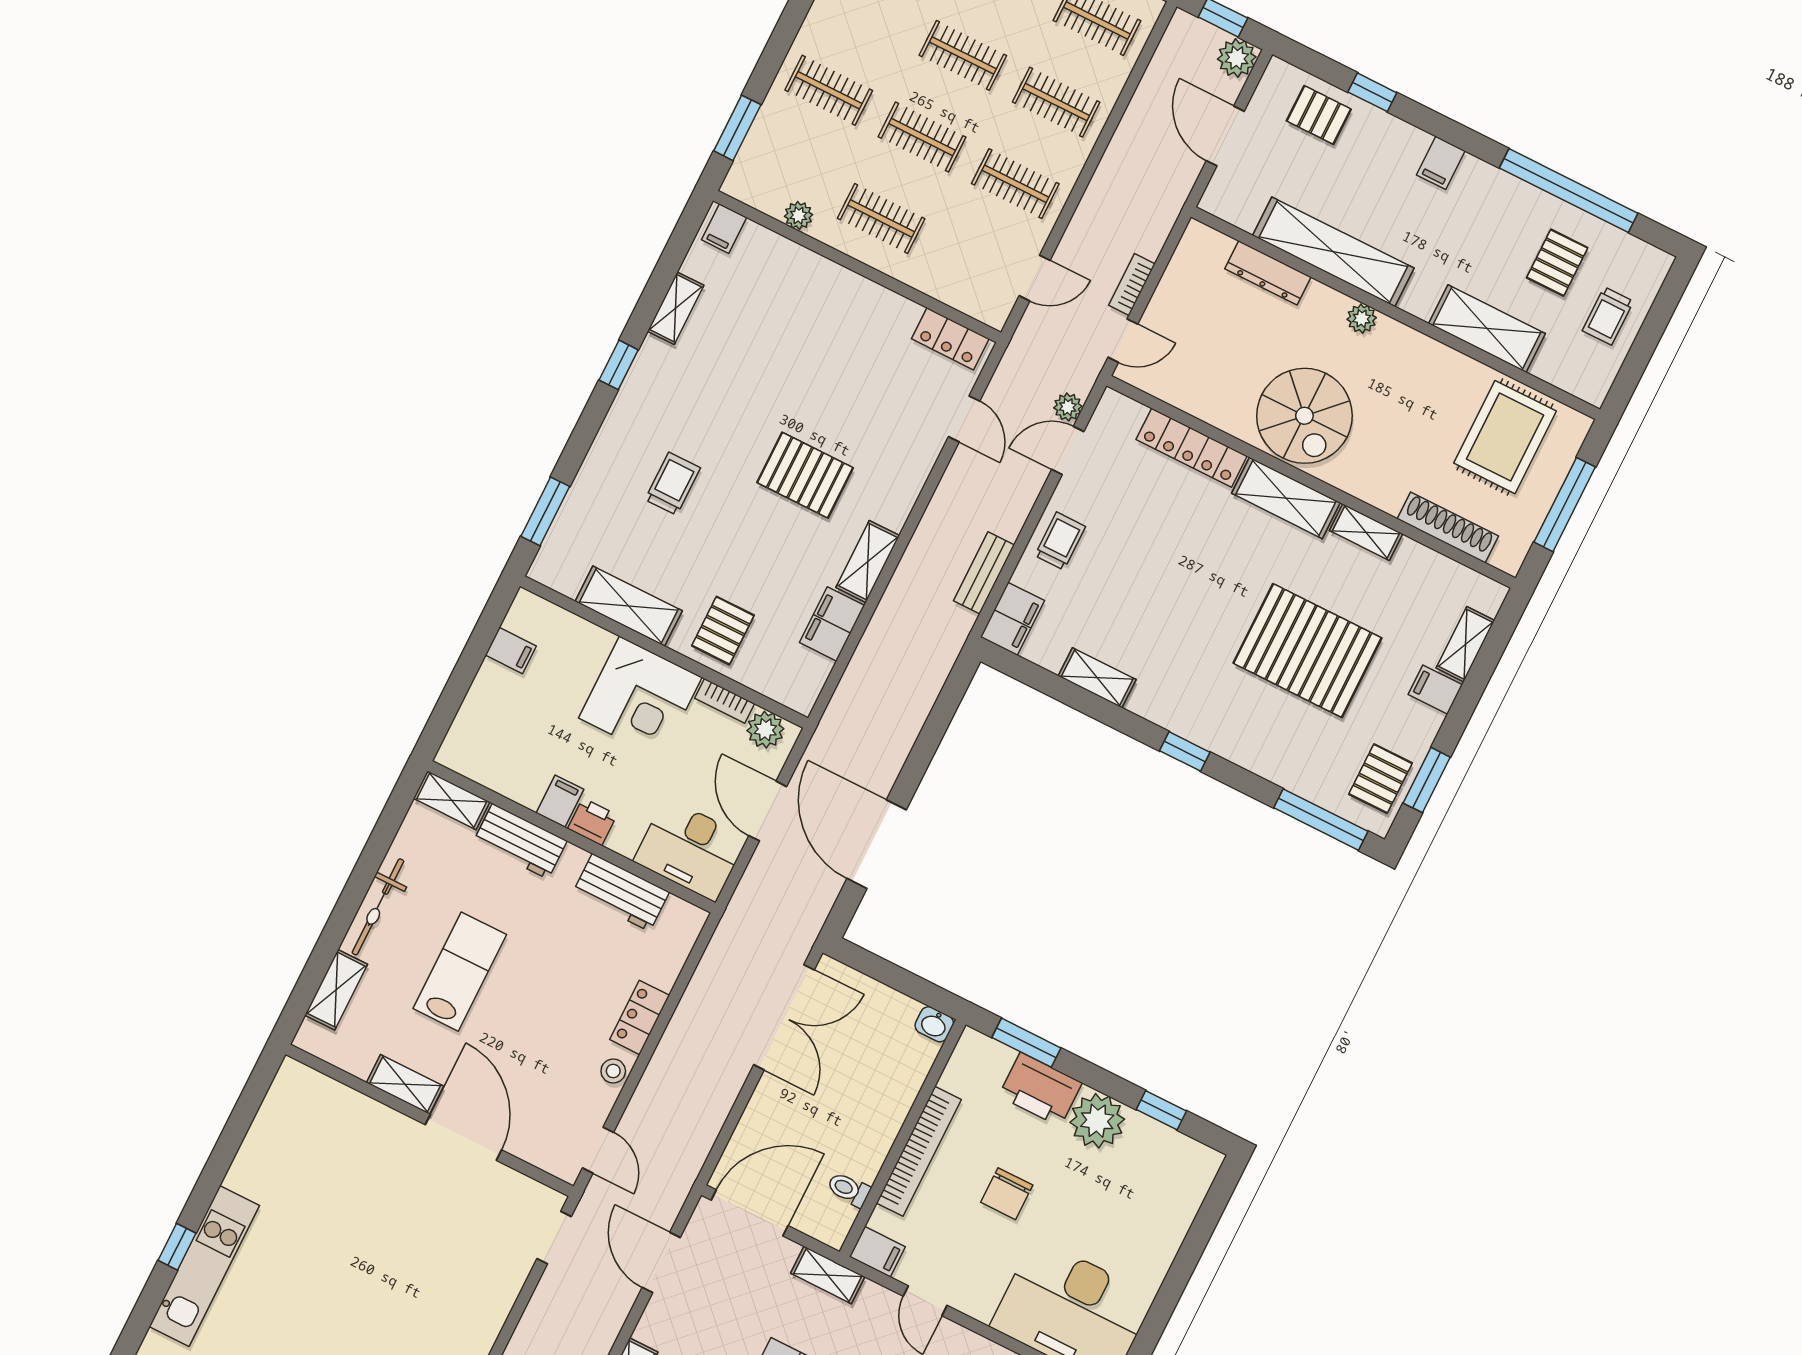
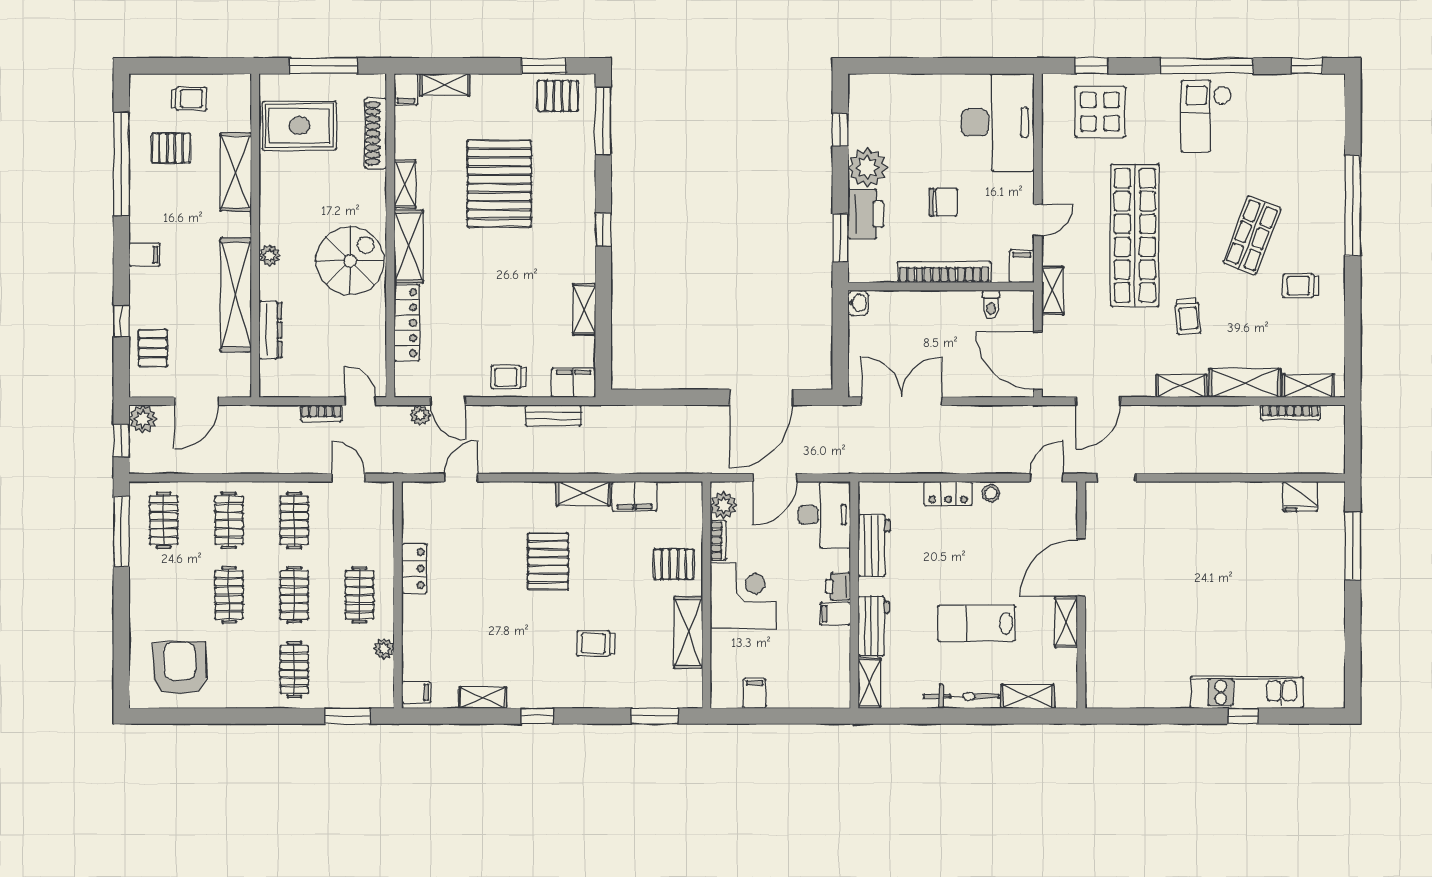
locker: (950, 339) -> (414, 568), moved
filing cabinet: (1435, 690) -> (406, 89), moved

